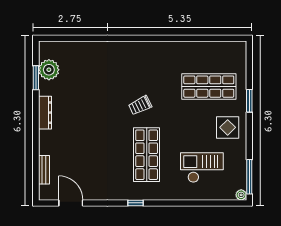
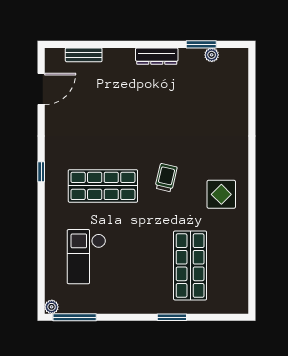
plant: (49, 70) -> (212, 55), width x0.53, depth x0.53
trolley: (140, 105) -> (166, 178), turned 39
display table: (228, 127) -> (221, 194), moved
checkout: (202, 168) -> (86, 257), turned 180

